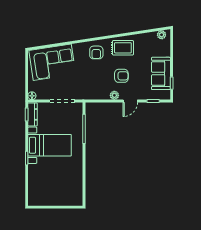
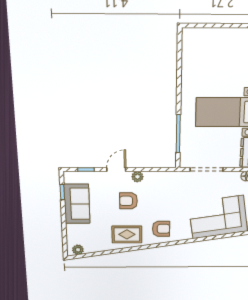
armchair: (96, 52) -> (161, 229), turned 90

